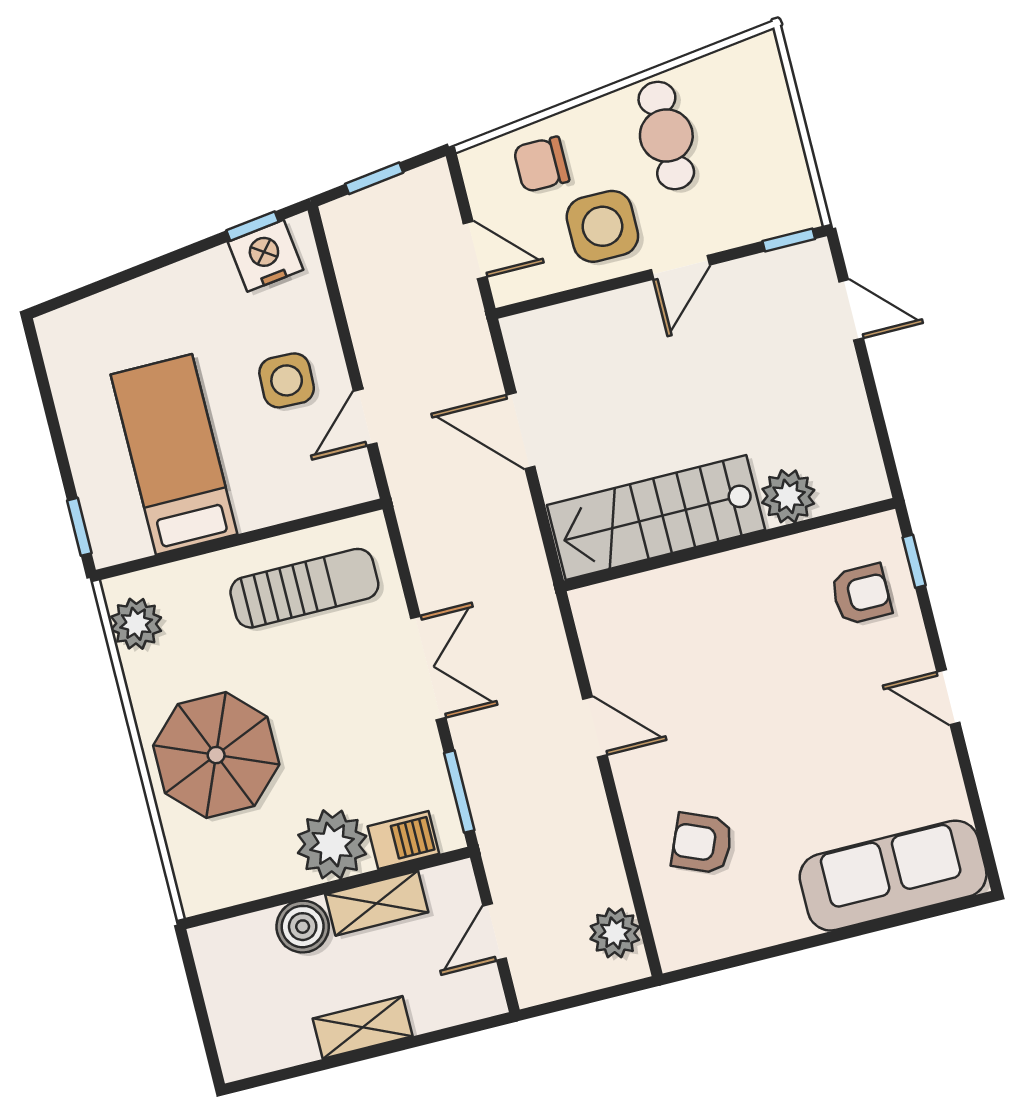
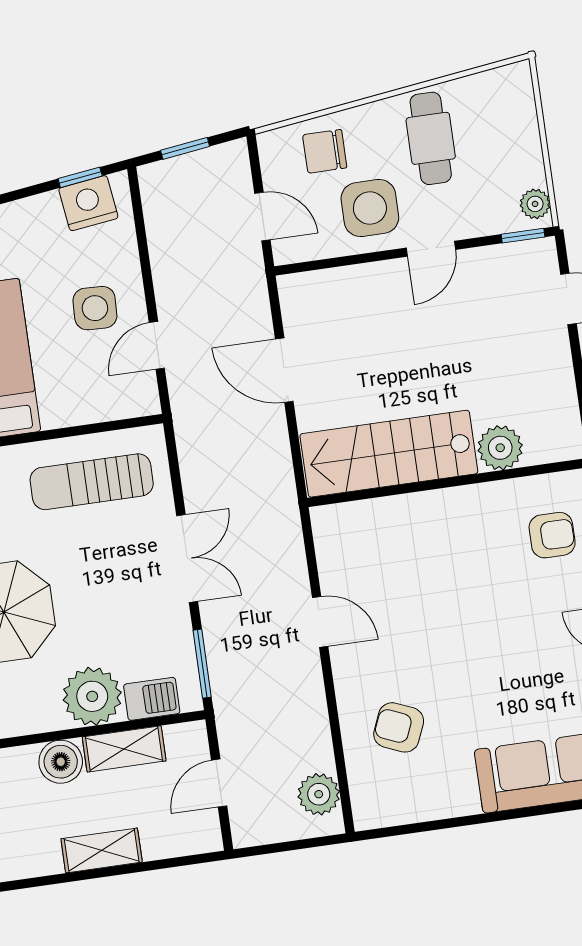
plant: (799, 201) -> (535, 204), added
sun lounger: (304, 588) -> (92, 482), turned 180

